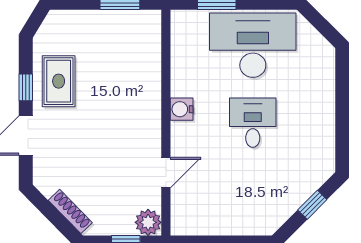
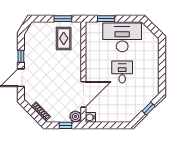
rug: (59, 81) -> (64, 38), moved
water cooler: (182, 109) -> (90, 117), moved
door: (166, 173) -> (83, 94), width x1.88

